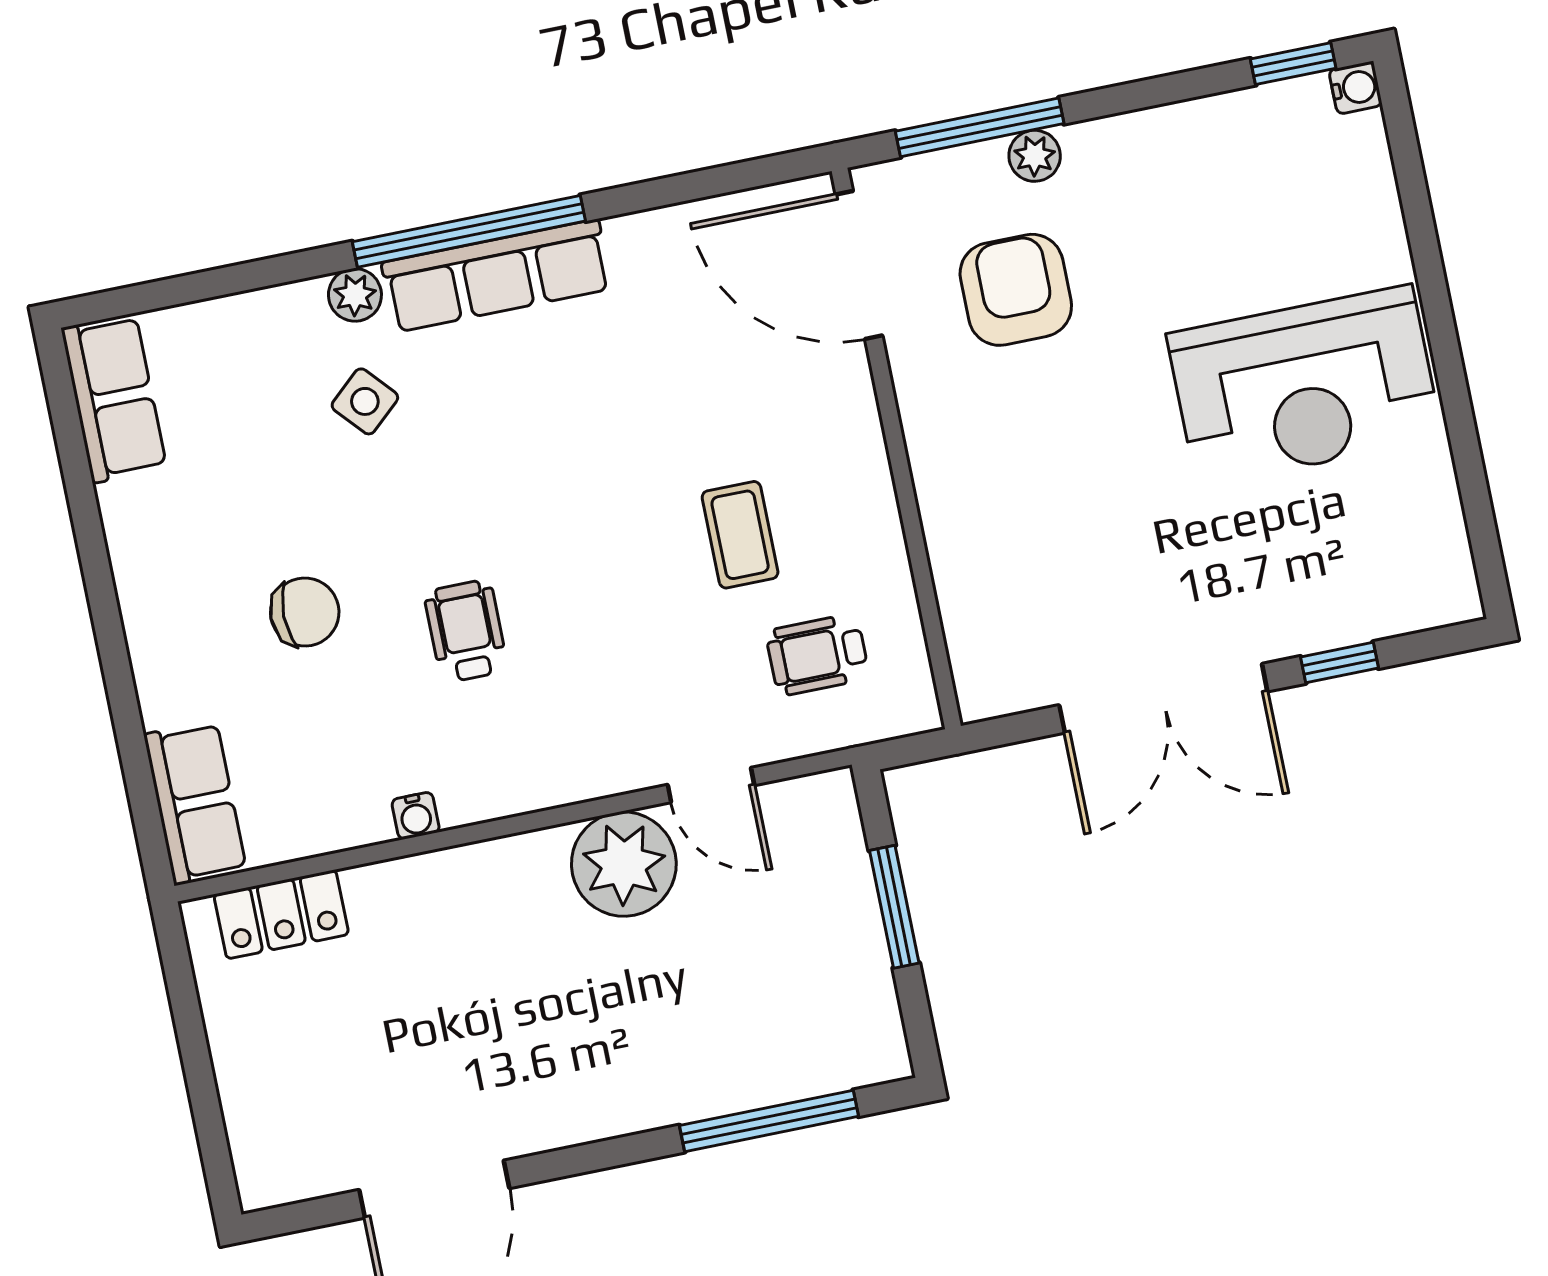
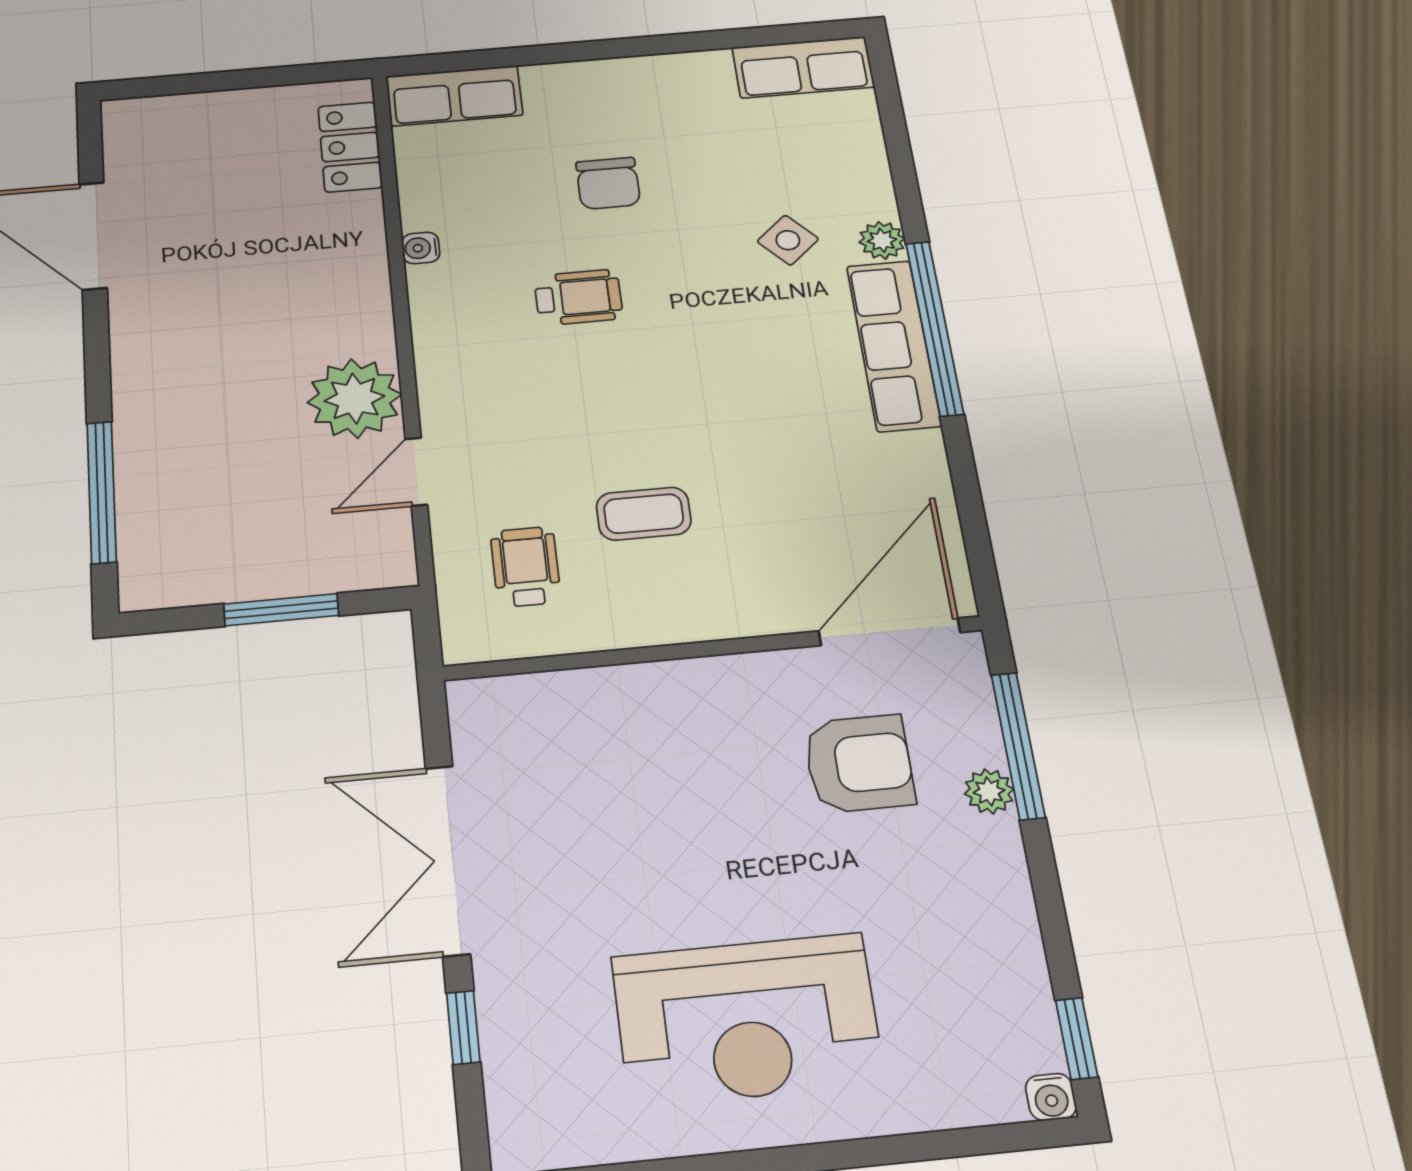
reception desk: (1304, 386) -> (747, 1020), turned -90

